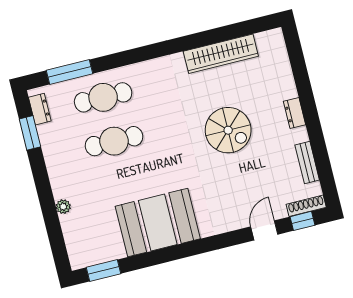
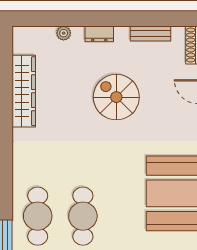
plant: (287, 78) -> (64, 33), added
spiral stairs: (228, 130) -> (116, 97), moved, turned -90

